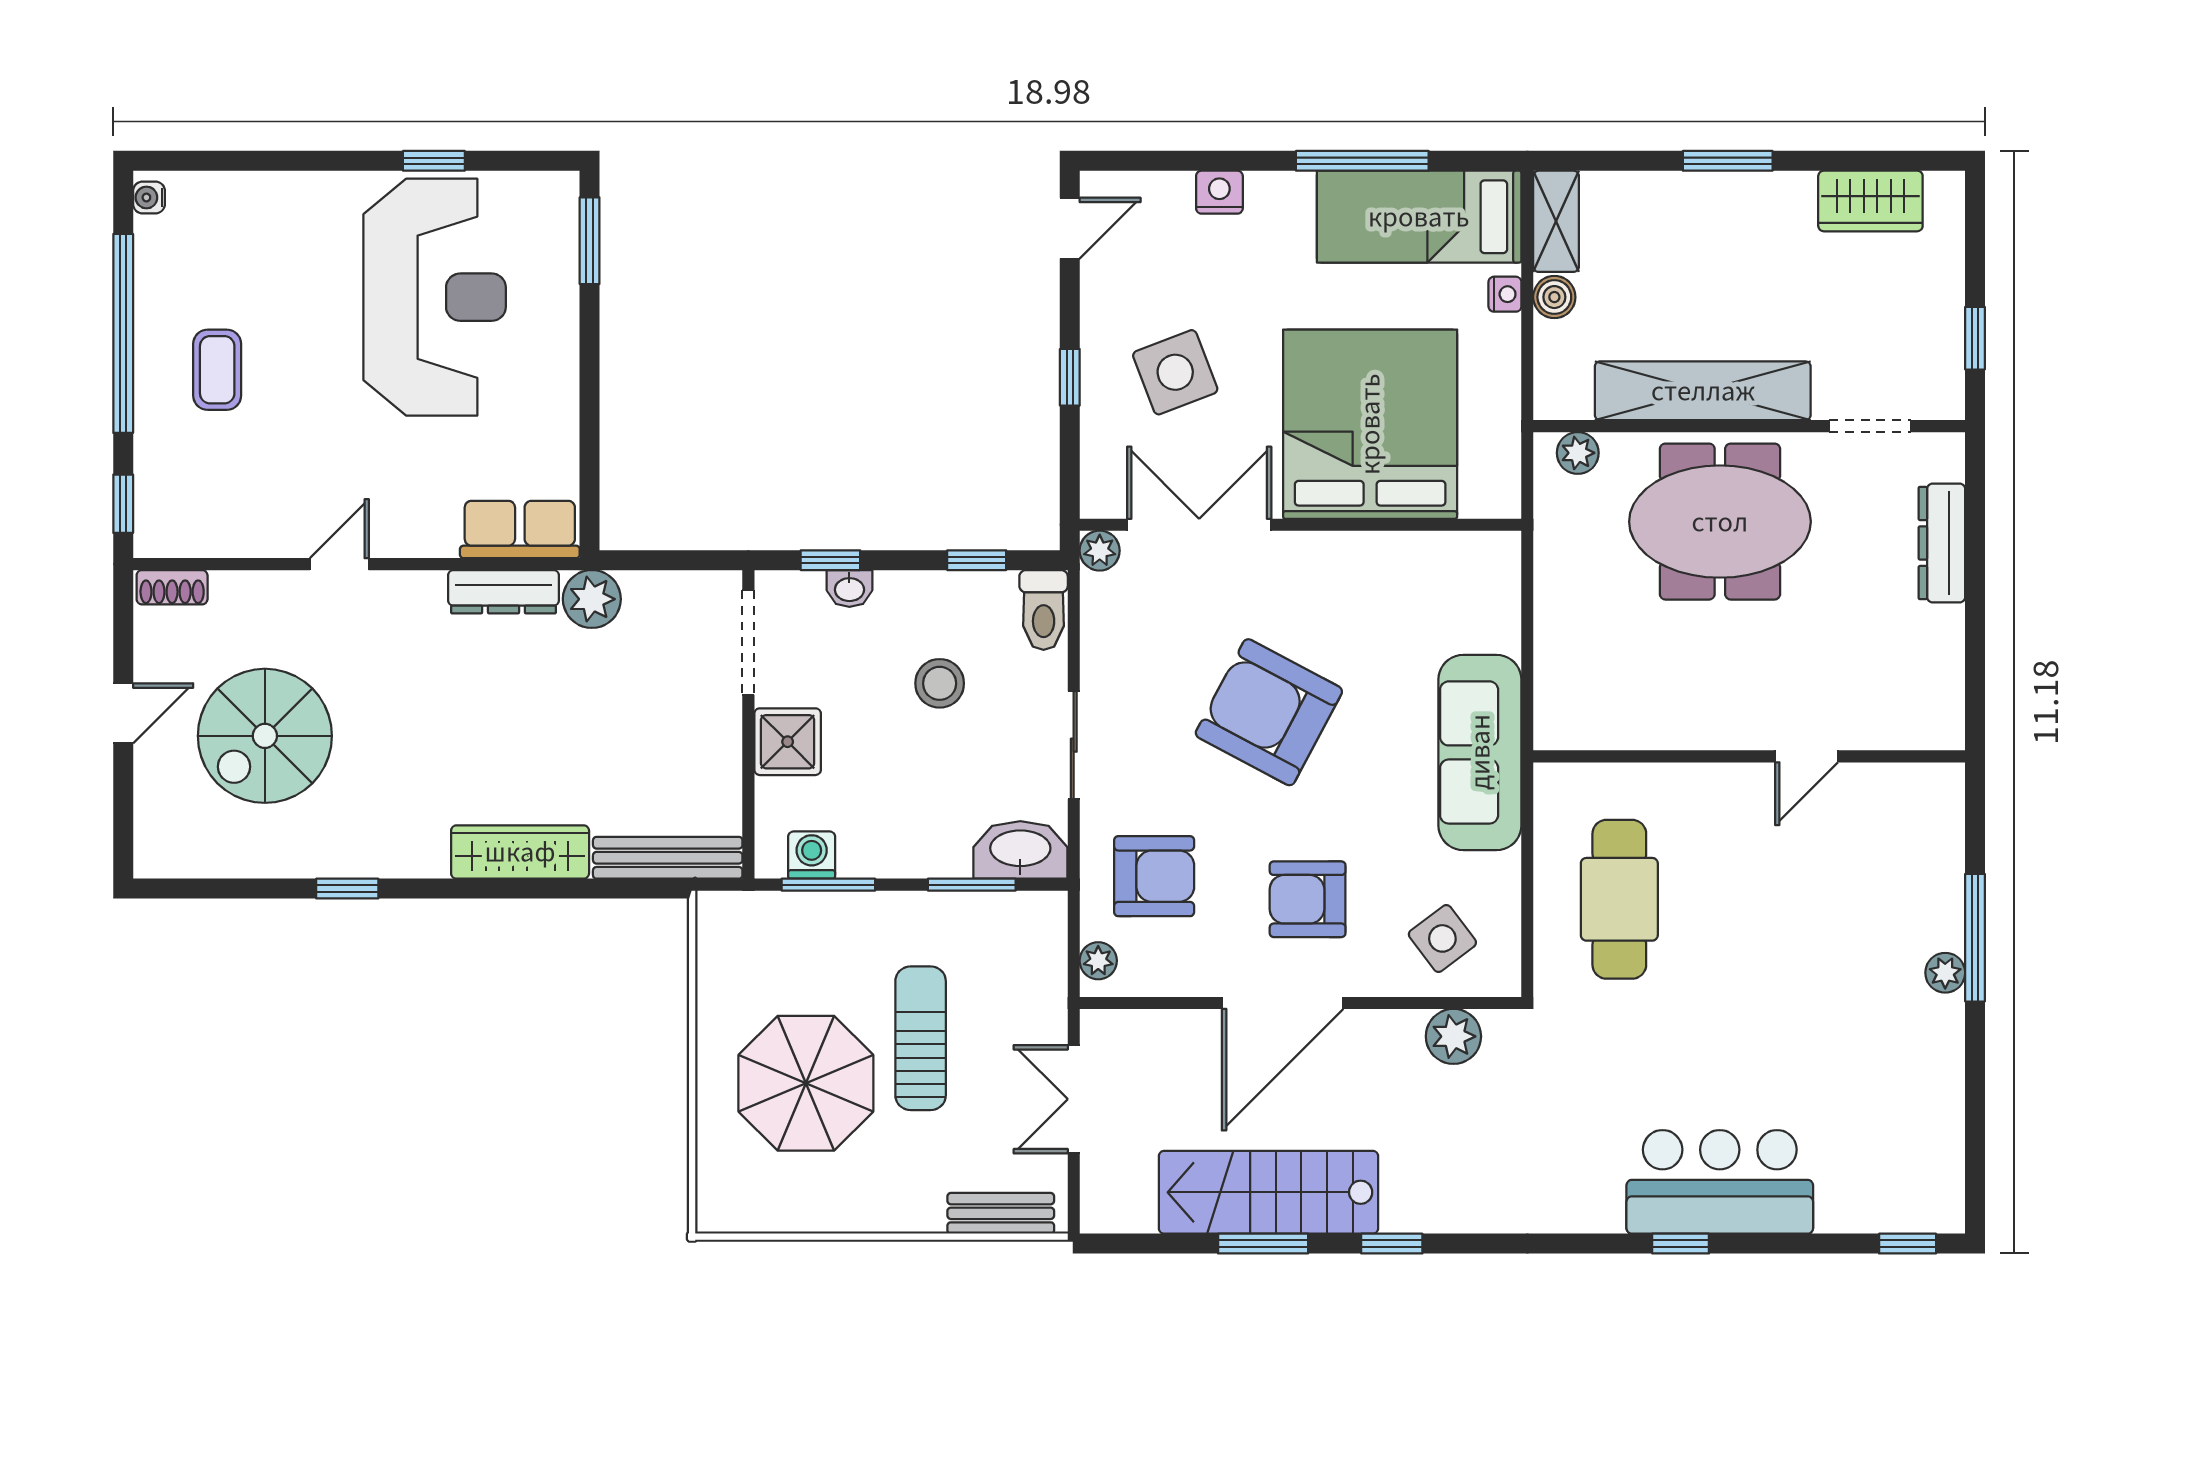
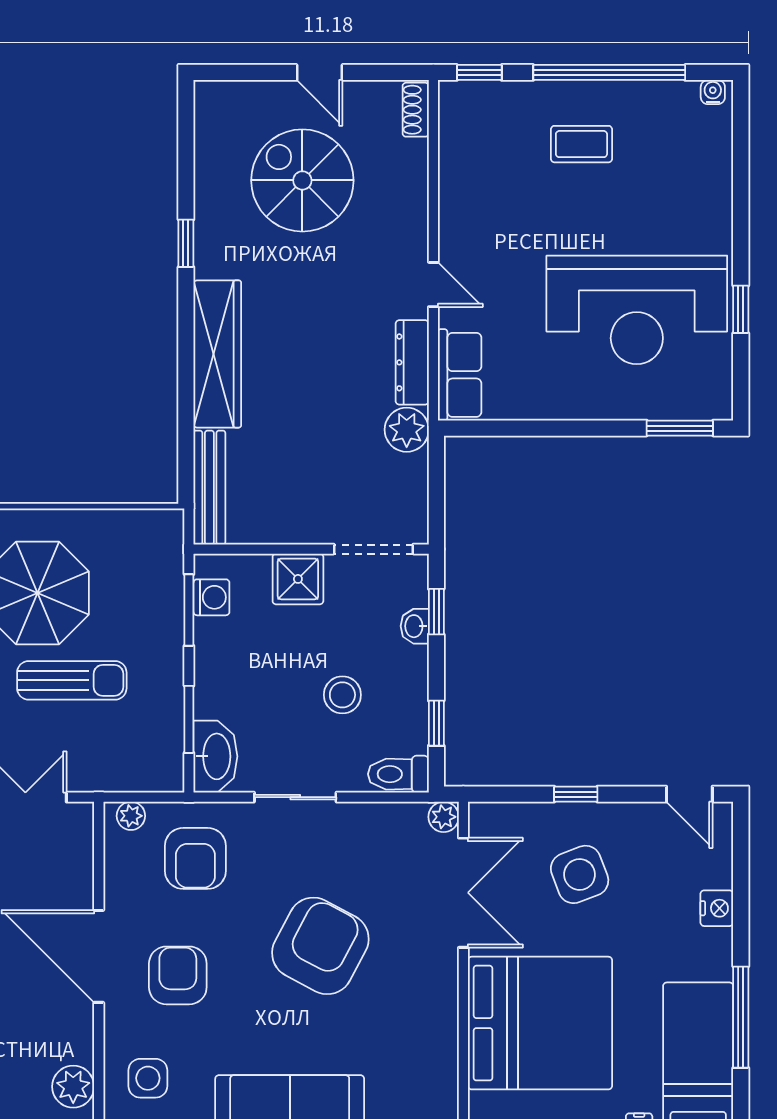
door: (339, 564) -> (433, 285), moved
wardrobe: (520, 852) -> (217, 354), width x1.40, depth x1.17
side table: (1442, 938) -> (148, 1078), turned 37

